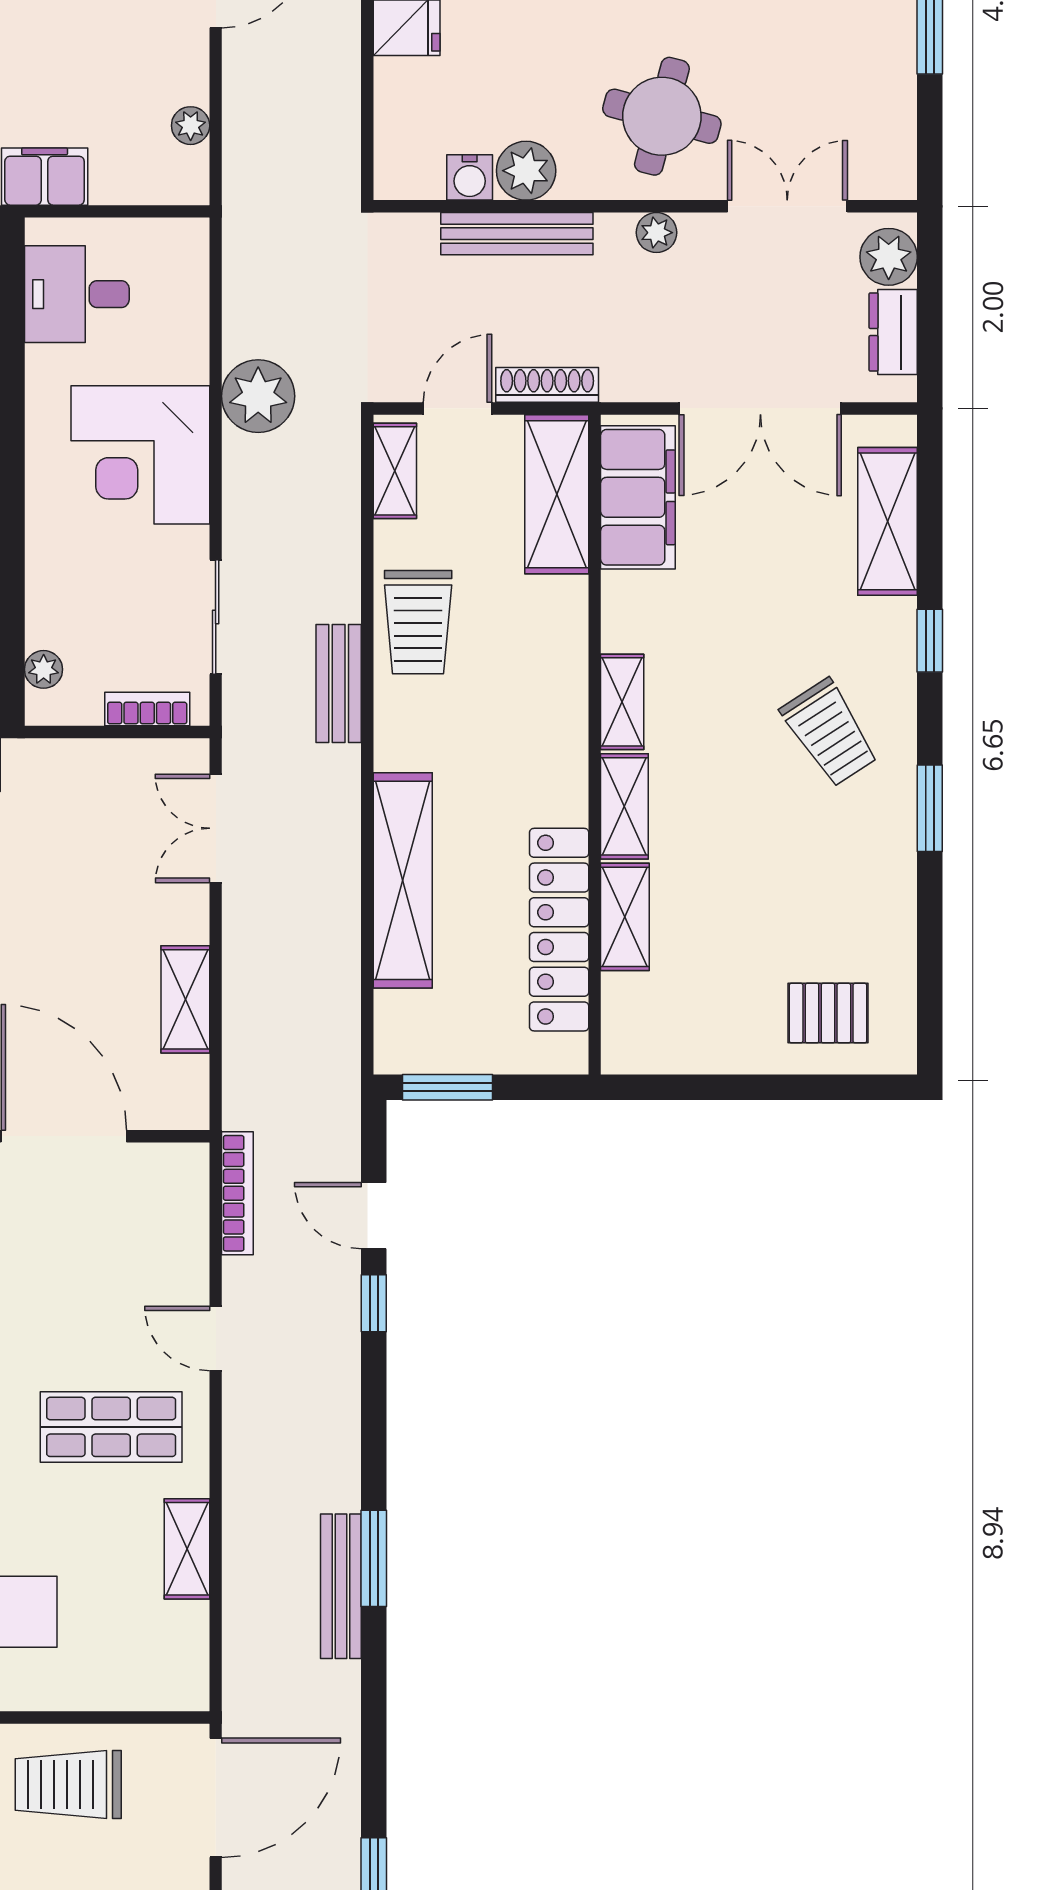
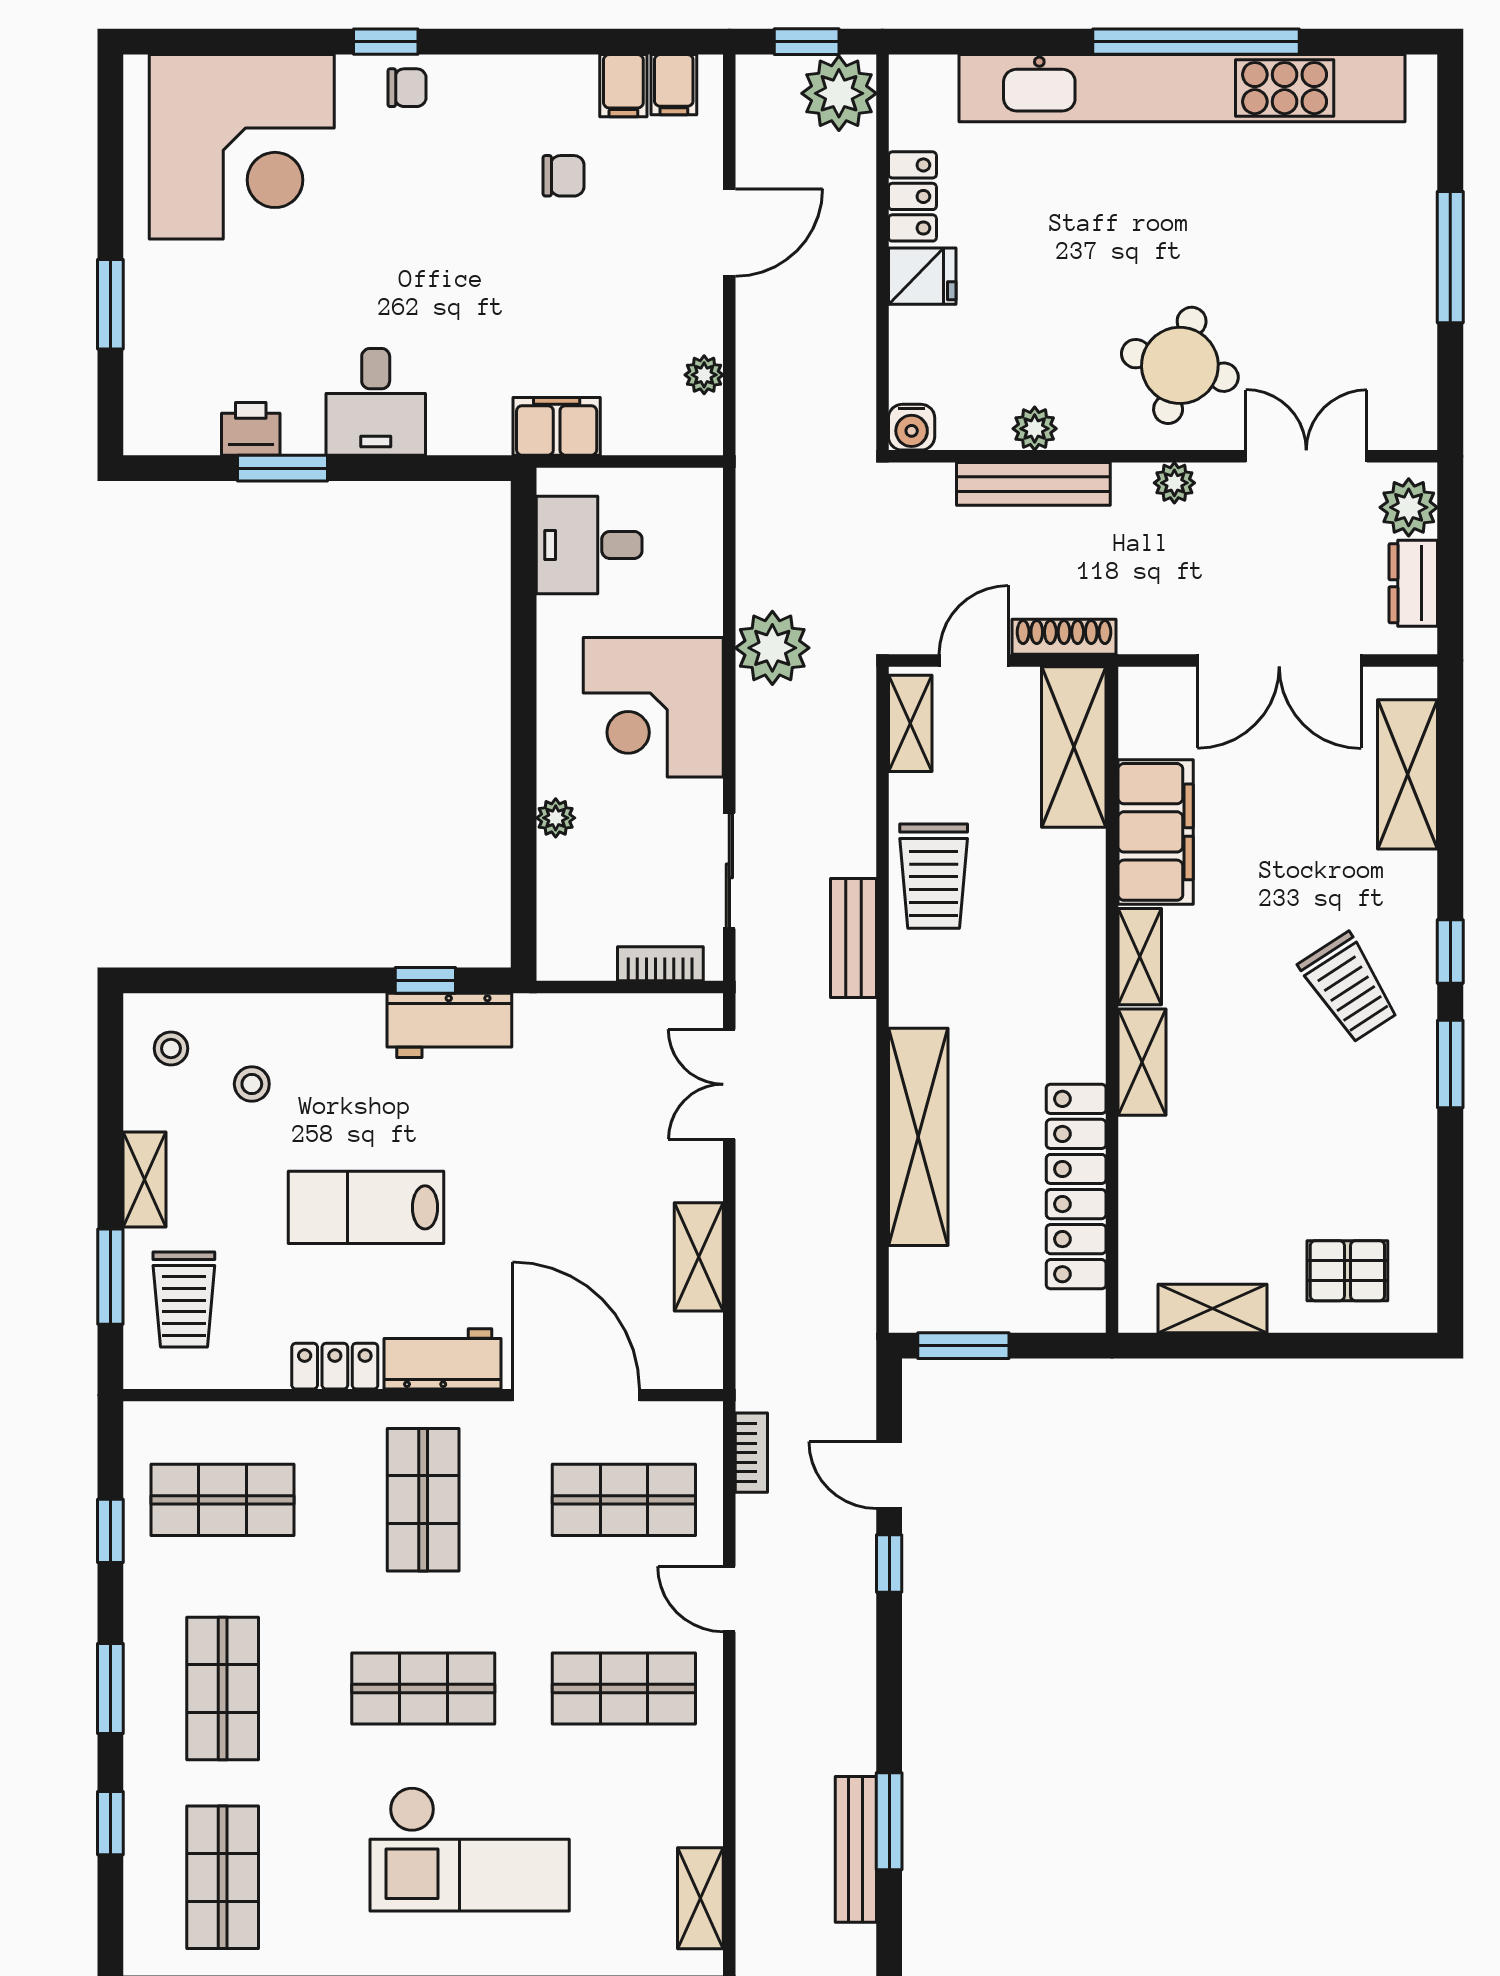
plant: (526, 171) -> (1035, 429), width x0.73, depth x0.73
water cooler: (470, 177) -> (912, 427), moved
filing cabinet: (638, 497) -> (1156, 832), moved
window: (930, 641) -> (1450, 951), moved
plant: (44, 669) -> (556, 818), moved
shelving: (625, 917) -> (1213, 1308), moved, turned 90
bookcase: (237, 1193) -> (751, 1453), width x0.64
shop shelf: (111, 1240) -> (624, 1500), added
shelving: (187, 1549) -> (700, 1898), moved

